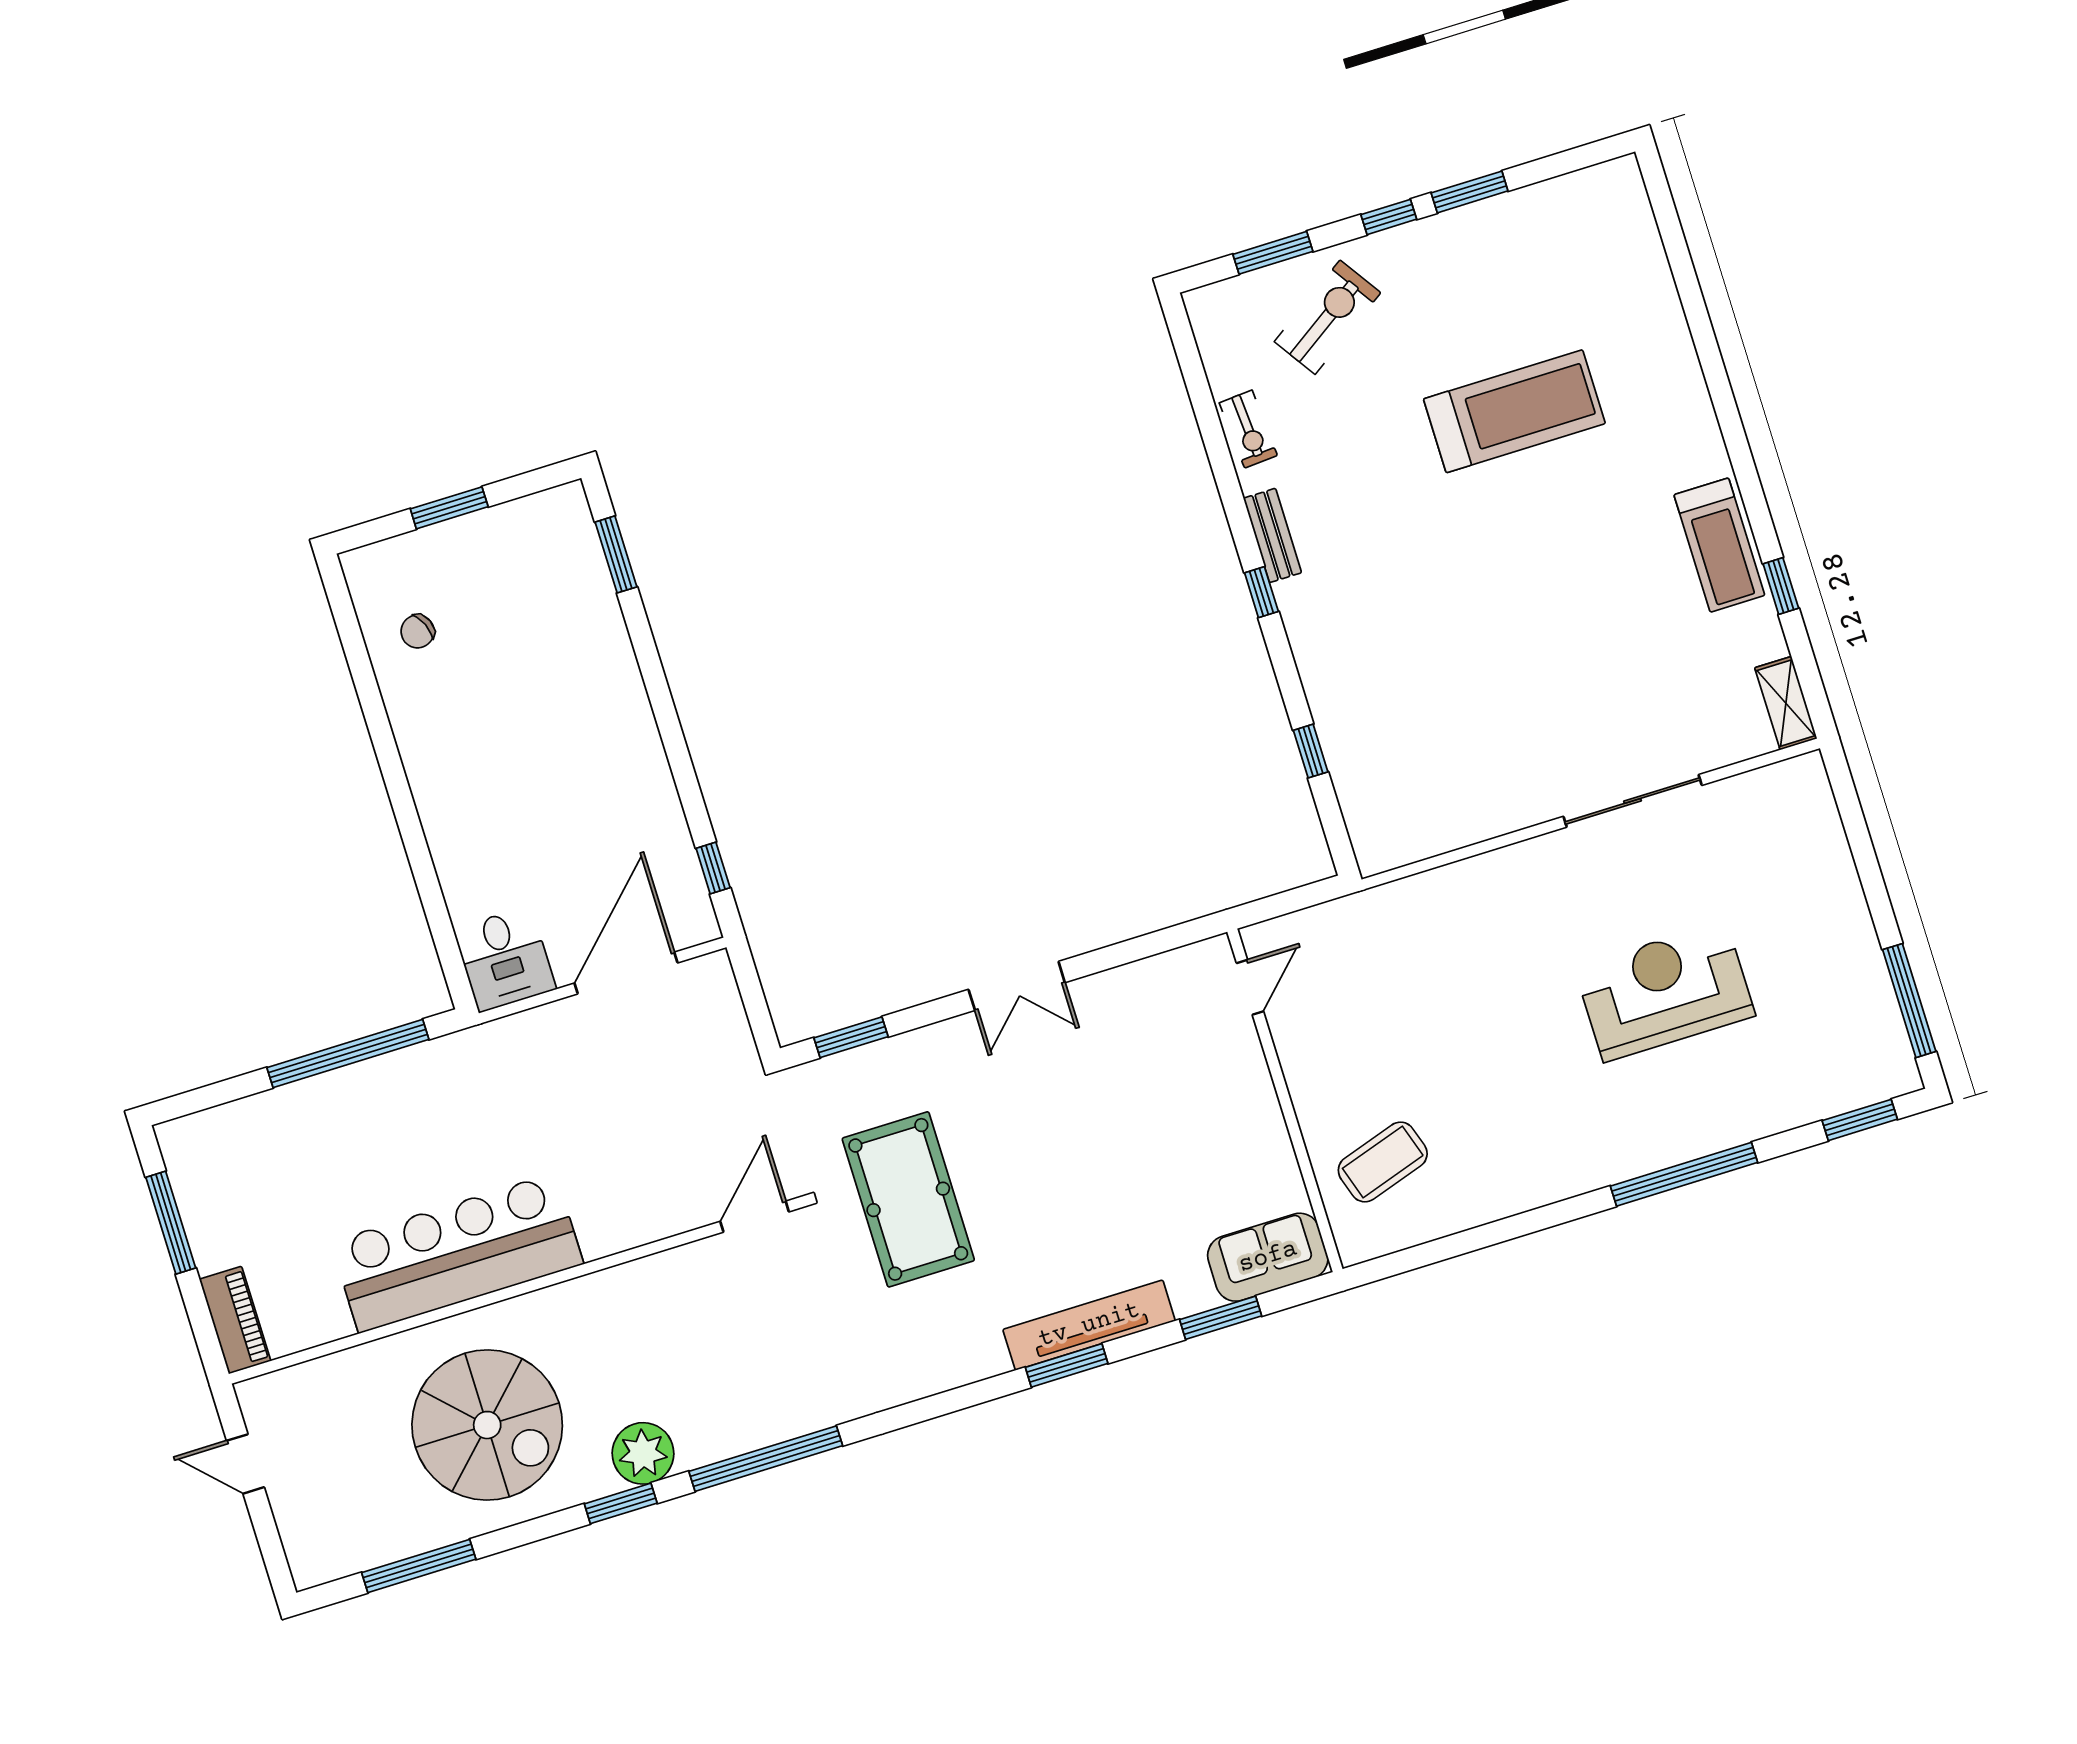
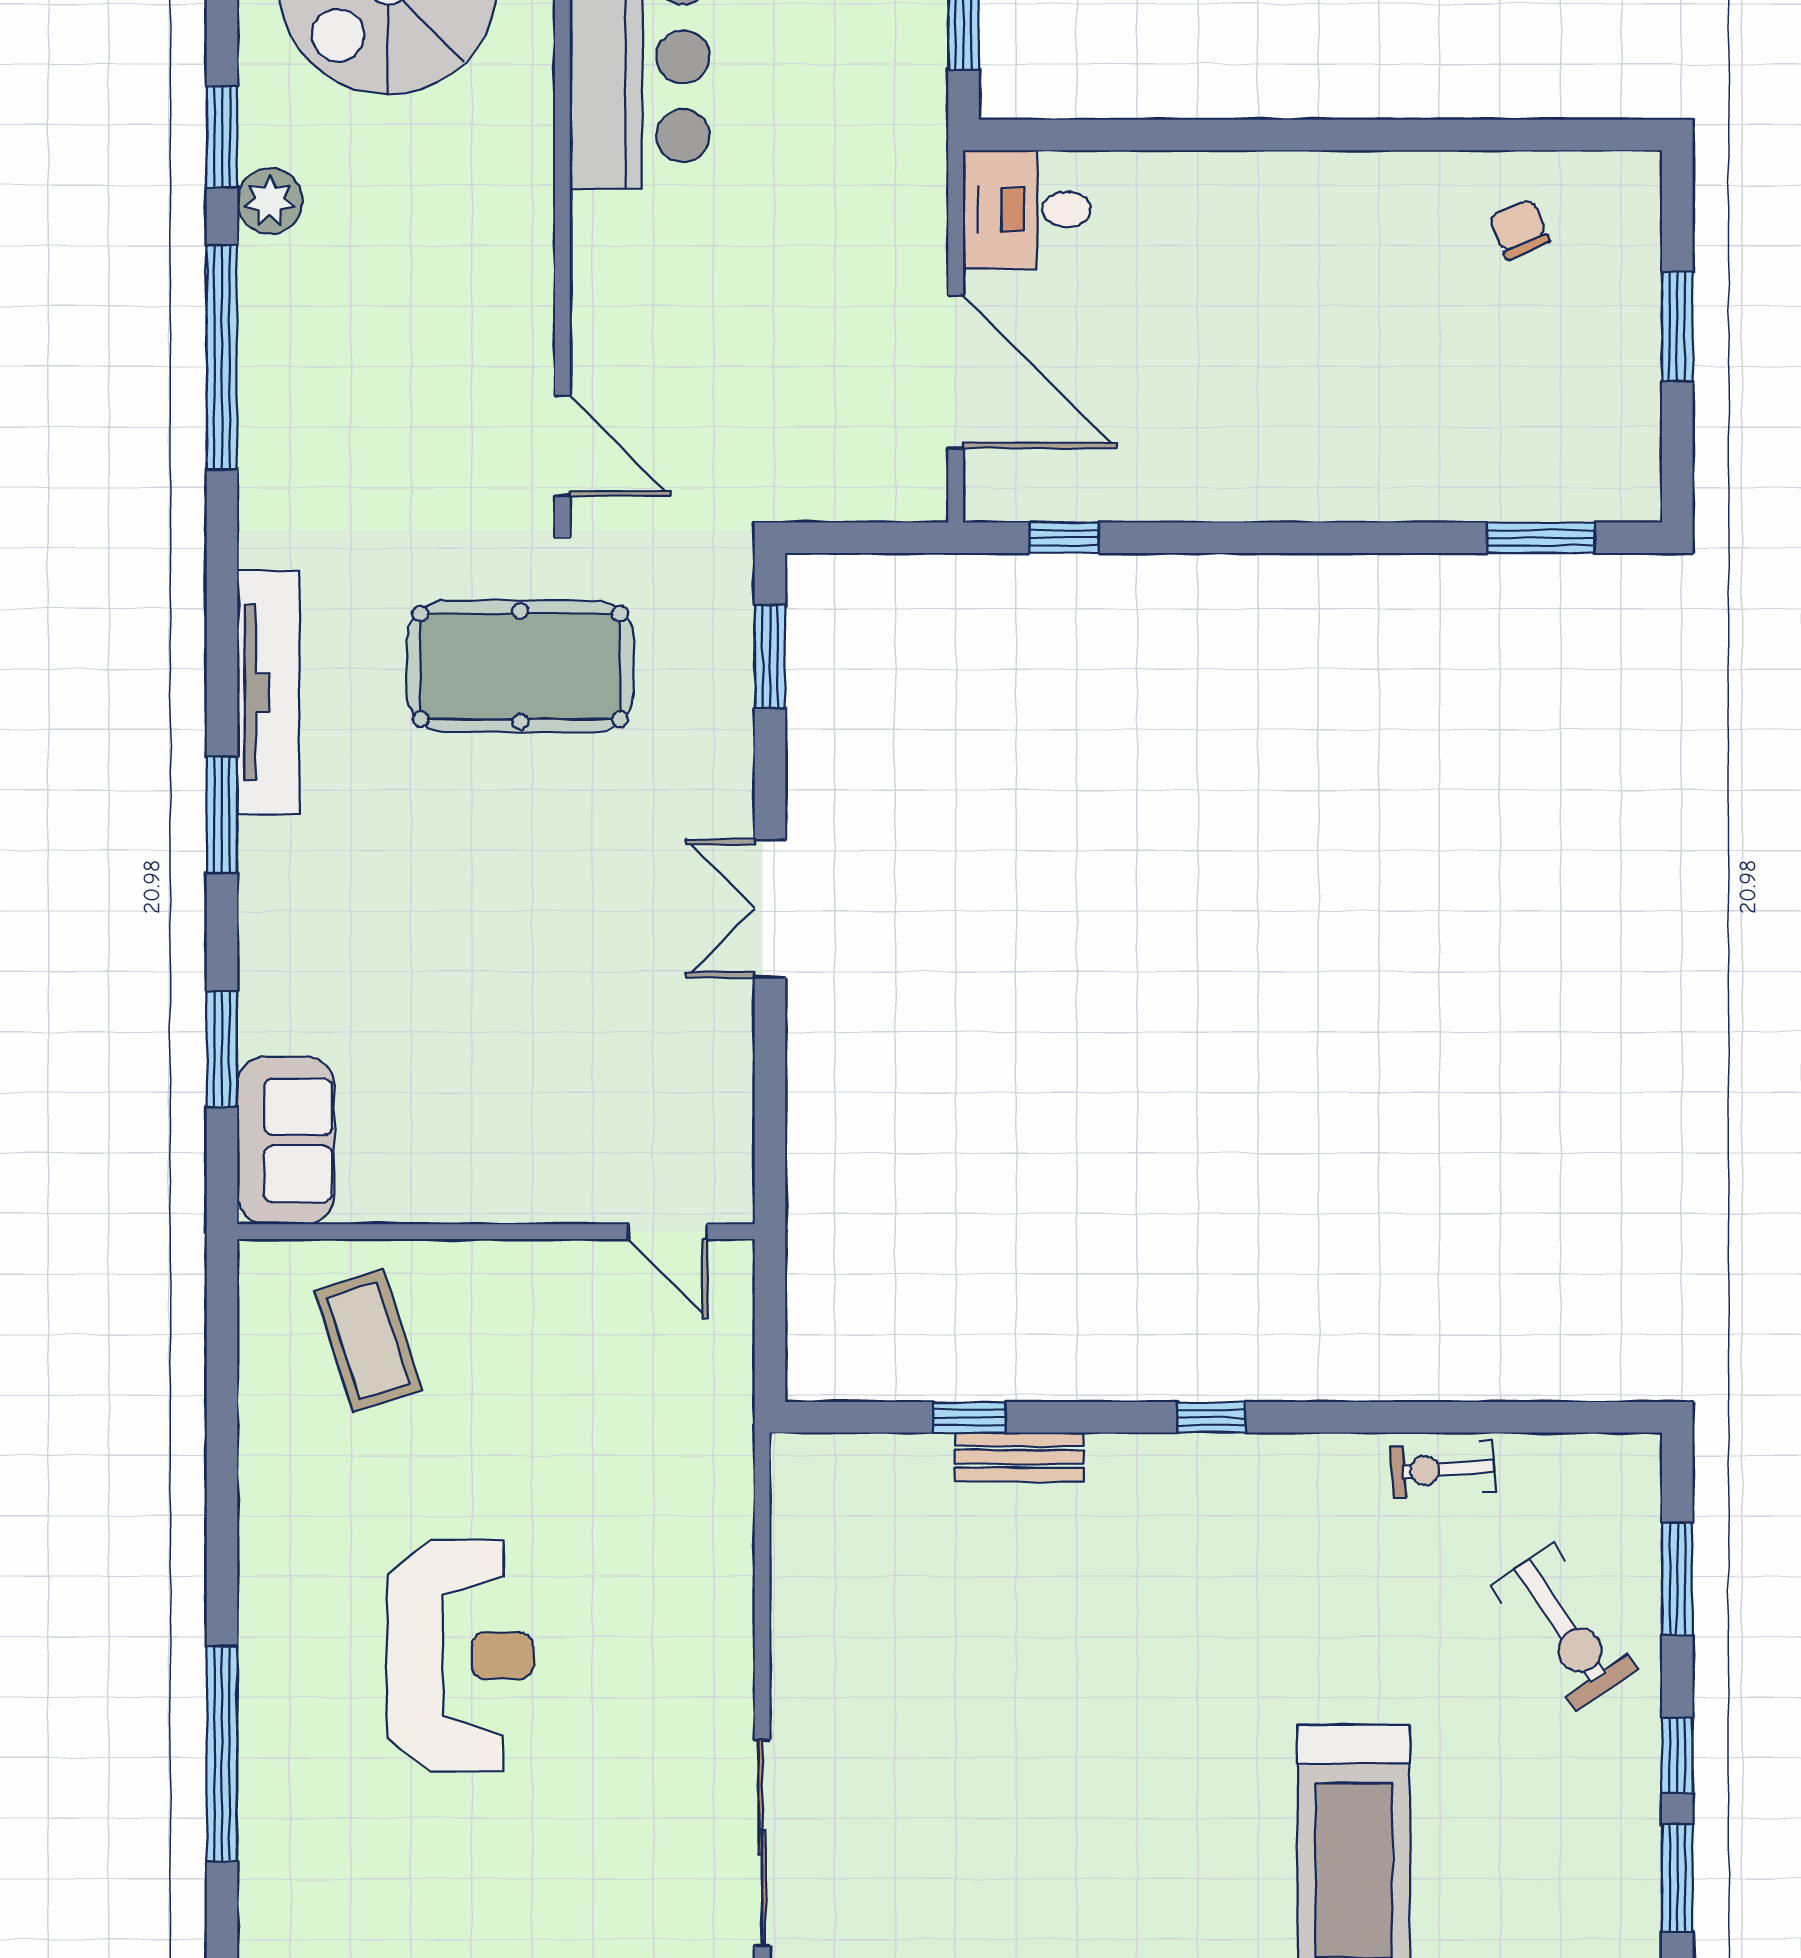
bench: (1272, 535) -> (1019, 1457), moved
reception desk: (1665, 991) -> (460, 1656), moved
tv unit: (1089, 1325) -> (268, 692), moved
plant: (643, 1453) -> (270, 201), width x0.73, depth x0.73

